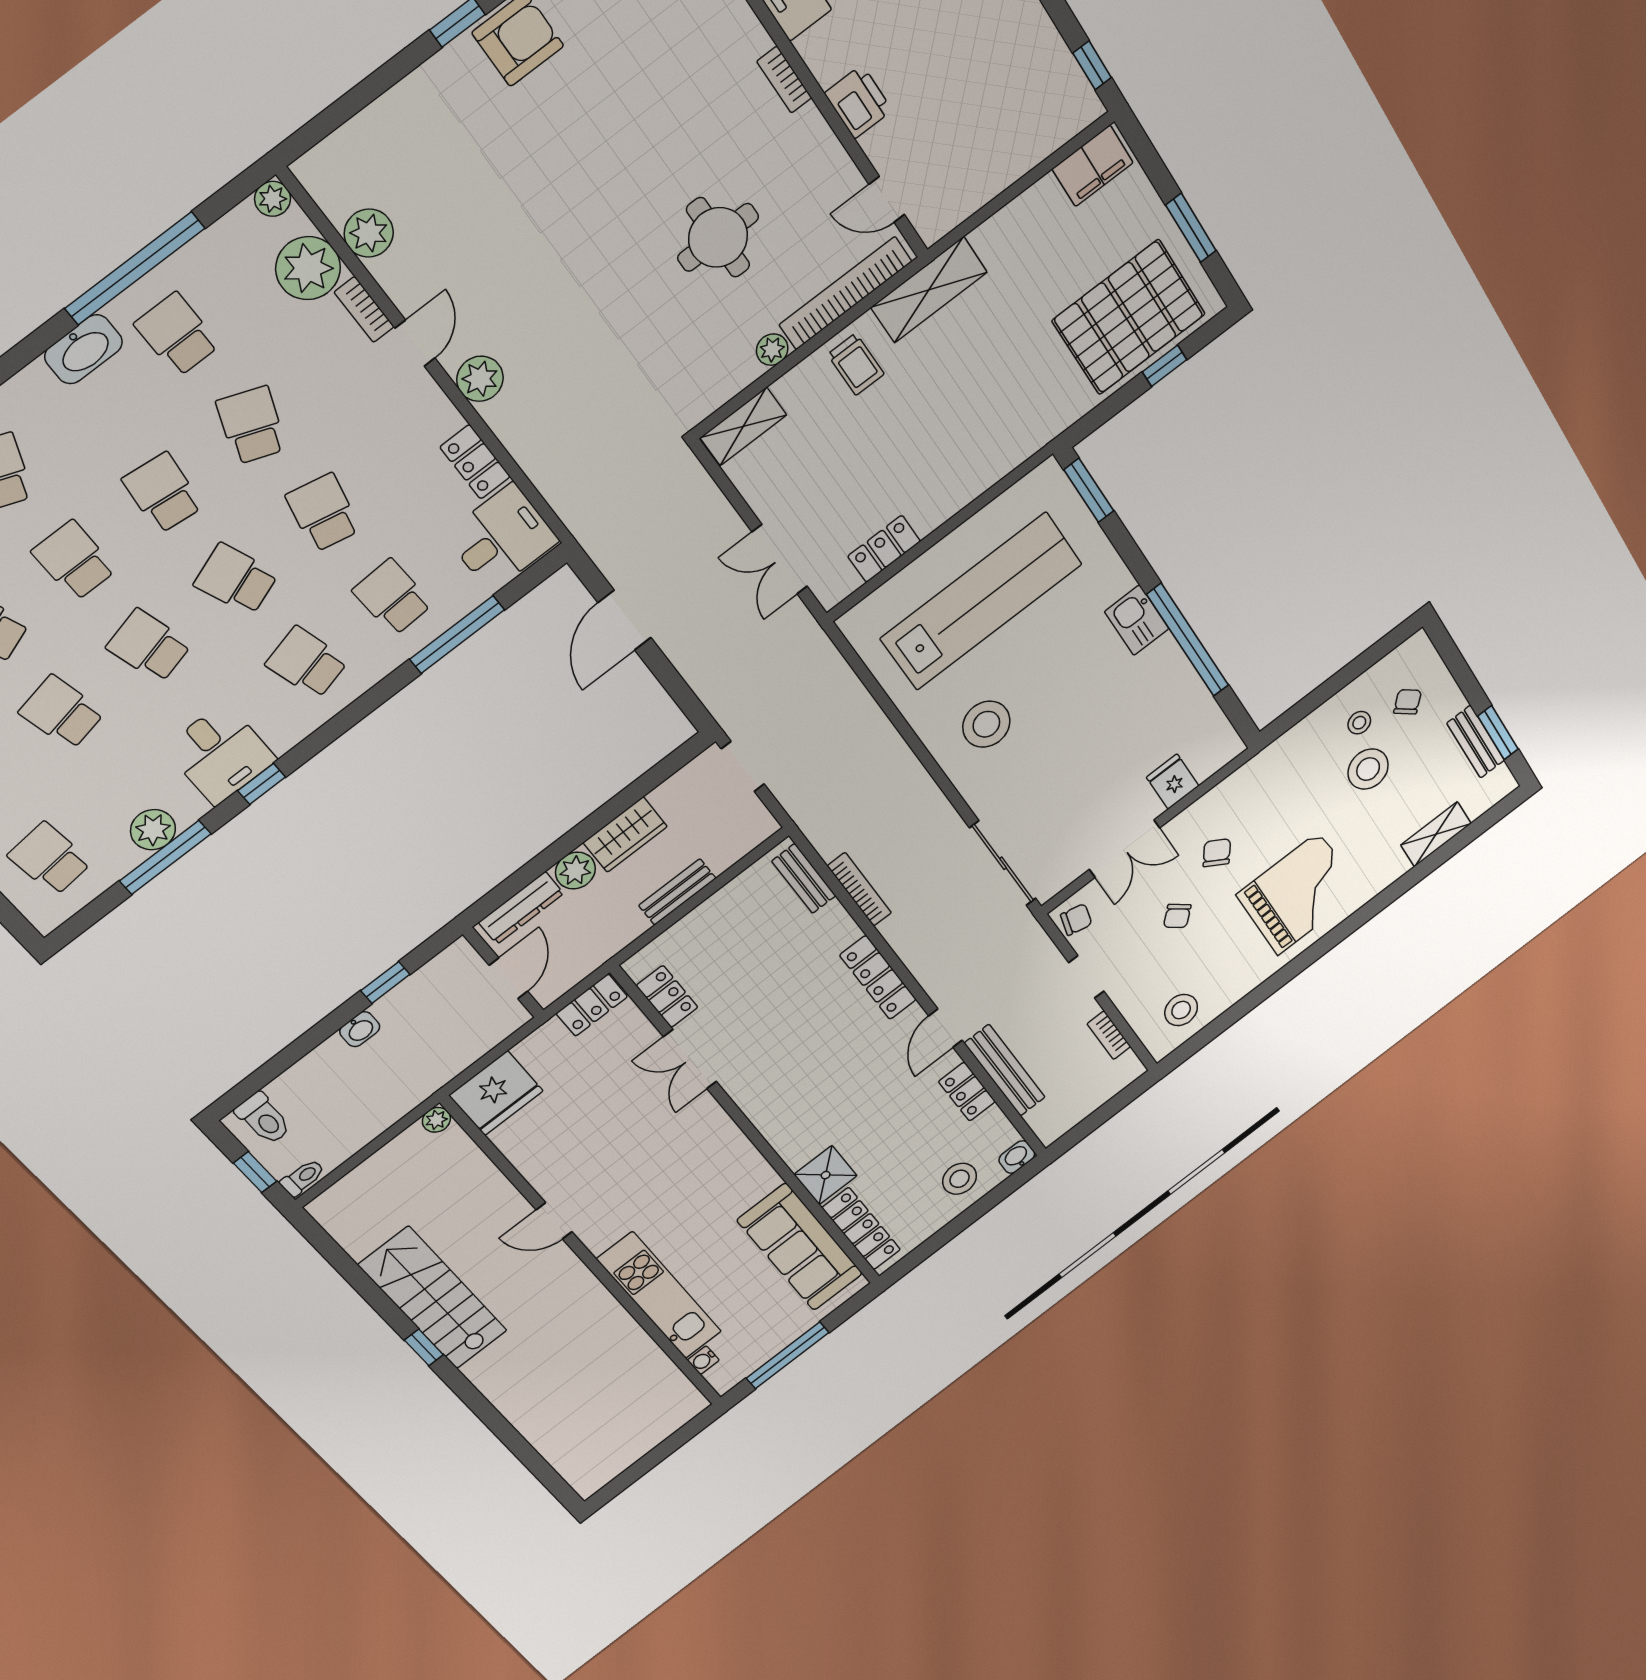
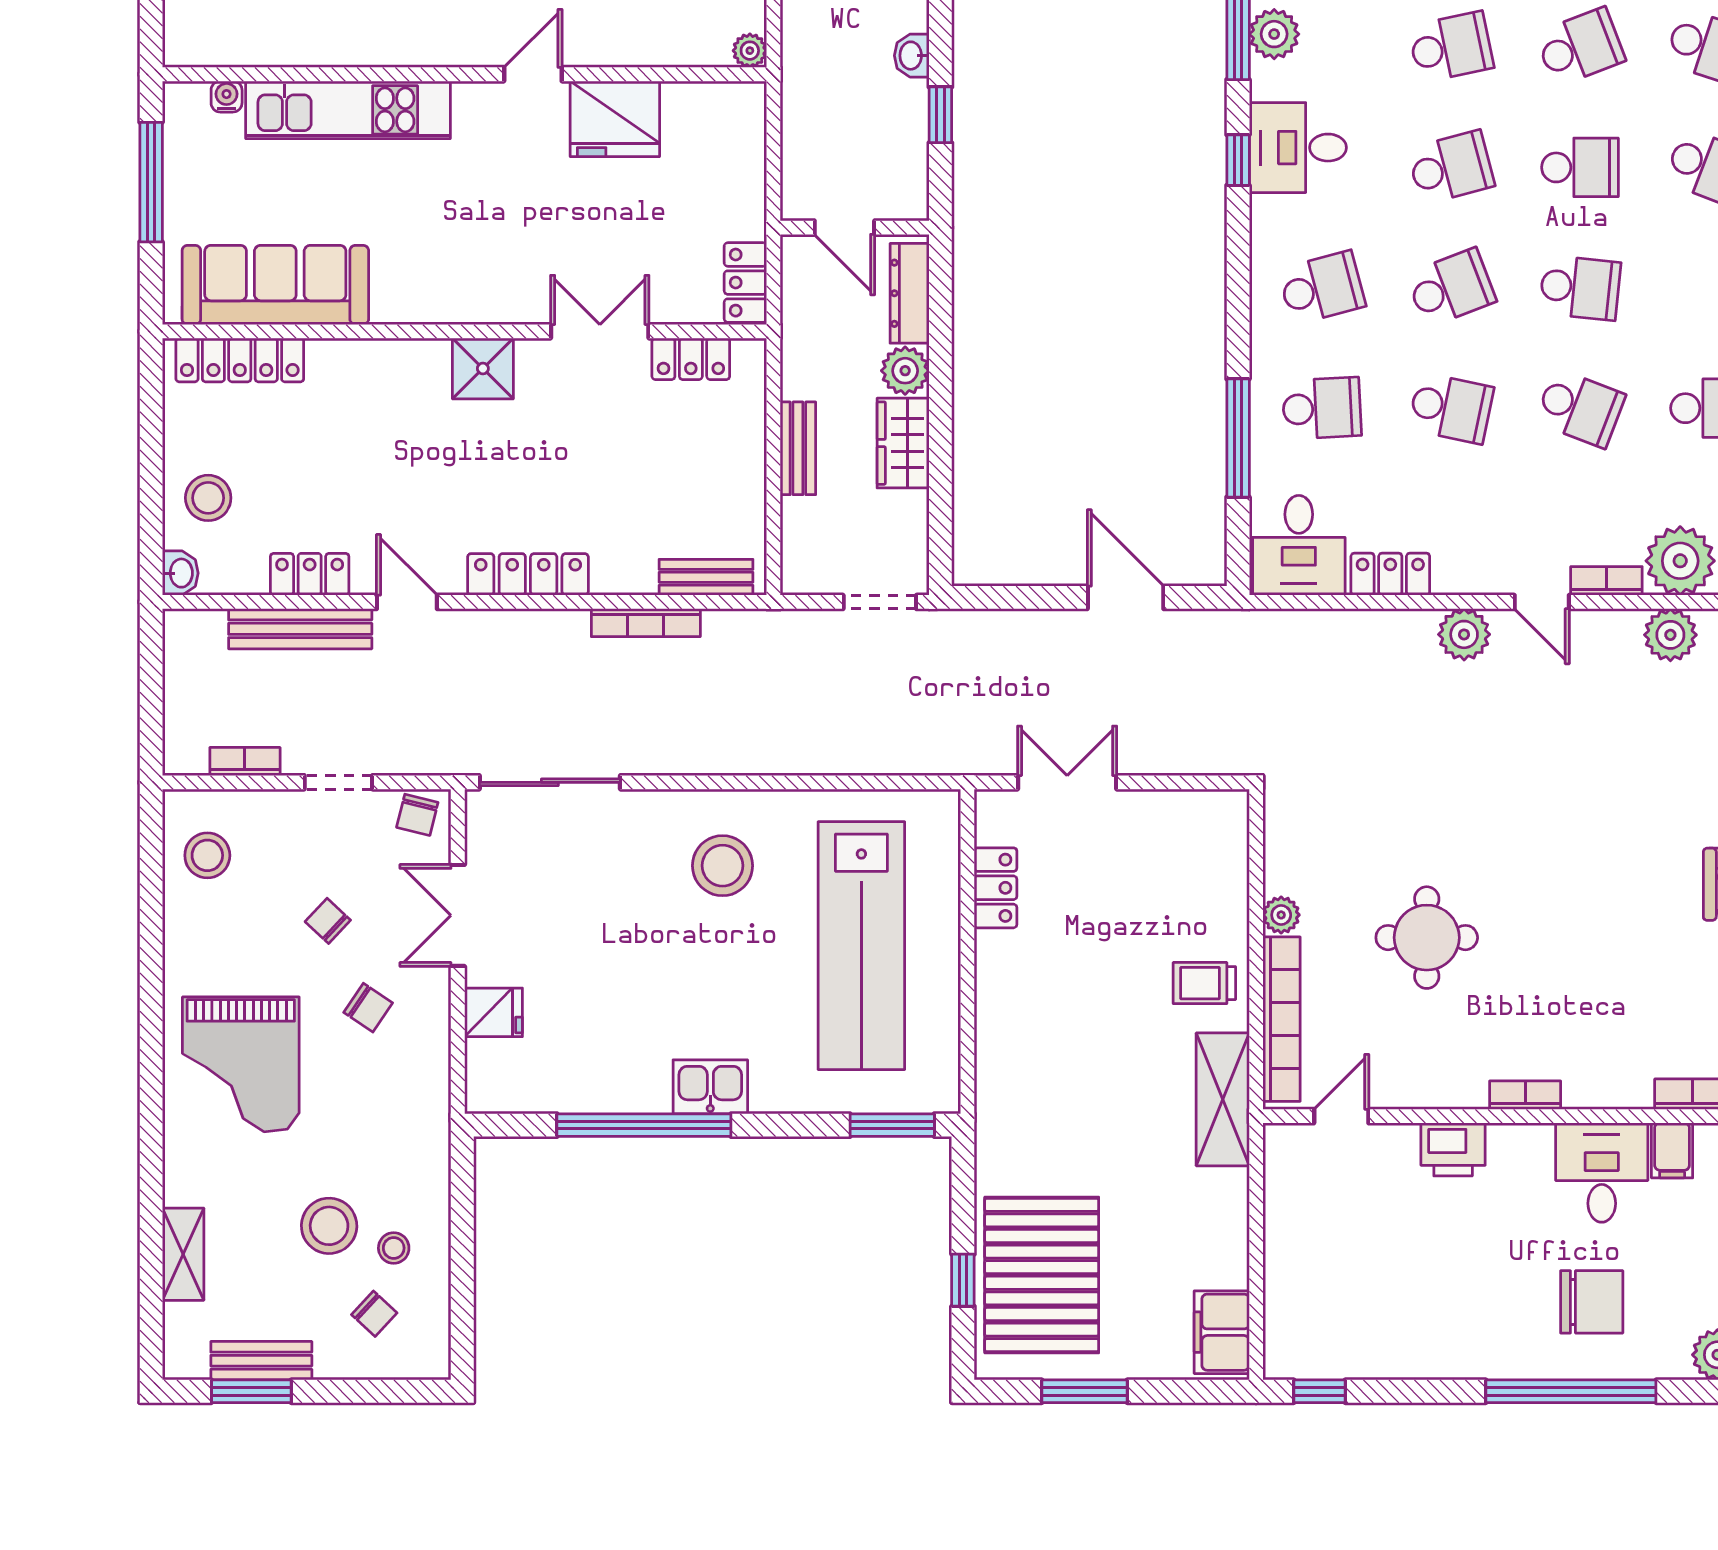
shelving: (743, 426) -> (1228, 838), removed
fridge: (496, 1093) -> (615, 119), moved, turned -90
shower: (826, 1175) -> (483, 369), moved

